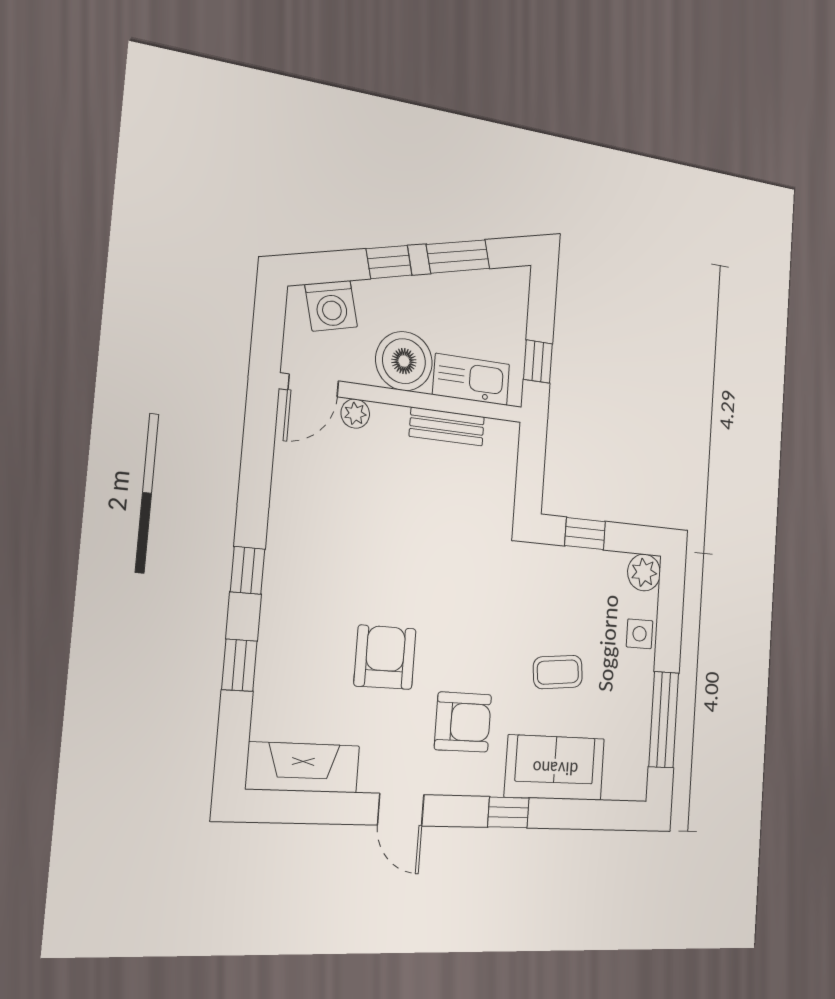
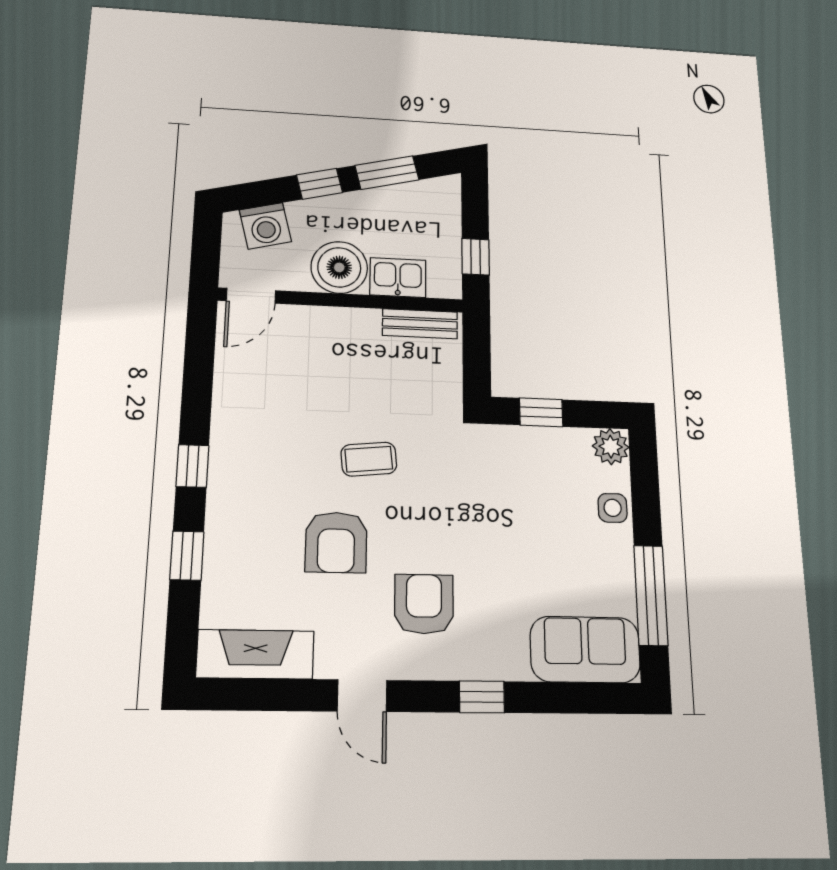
kitchen sink: (471, 379) -> (398, 278), width x0.73
plant: (355, 414) -> (293, 317), removed
bench: (447, 427) -> (420, 324), moved
armchair: (385, 657) -> (336, 542), turned 180
coffee table: (558, 672) -> (369, 459), moved
armchair: (463, 722) -> (424, 604), turned -90
sofa: (555, 768) -> (585, 649), moved

